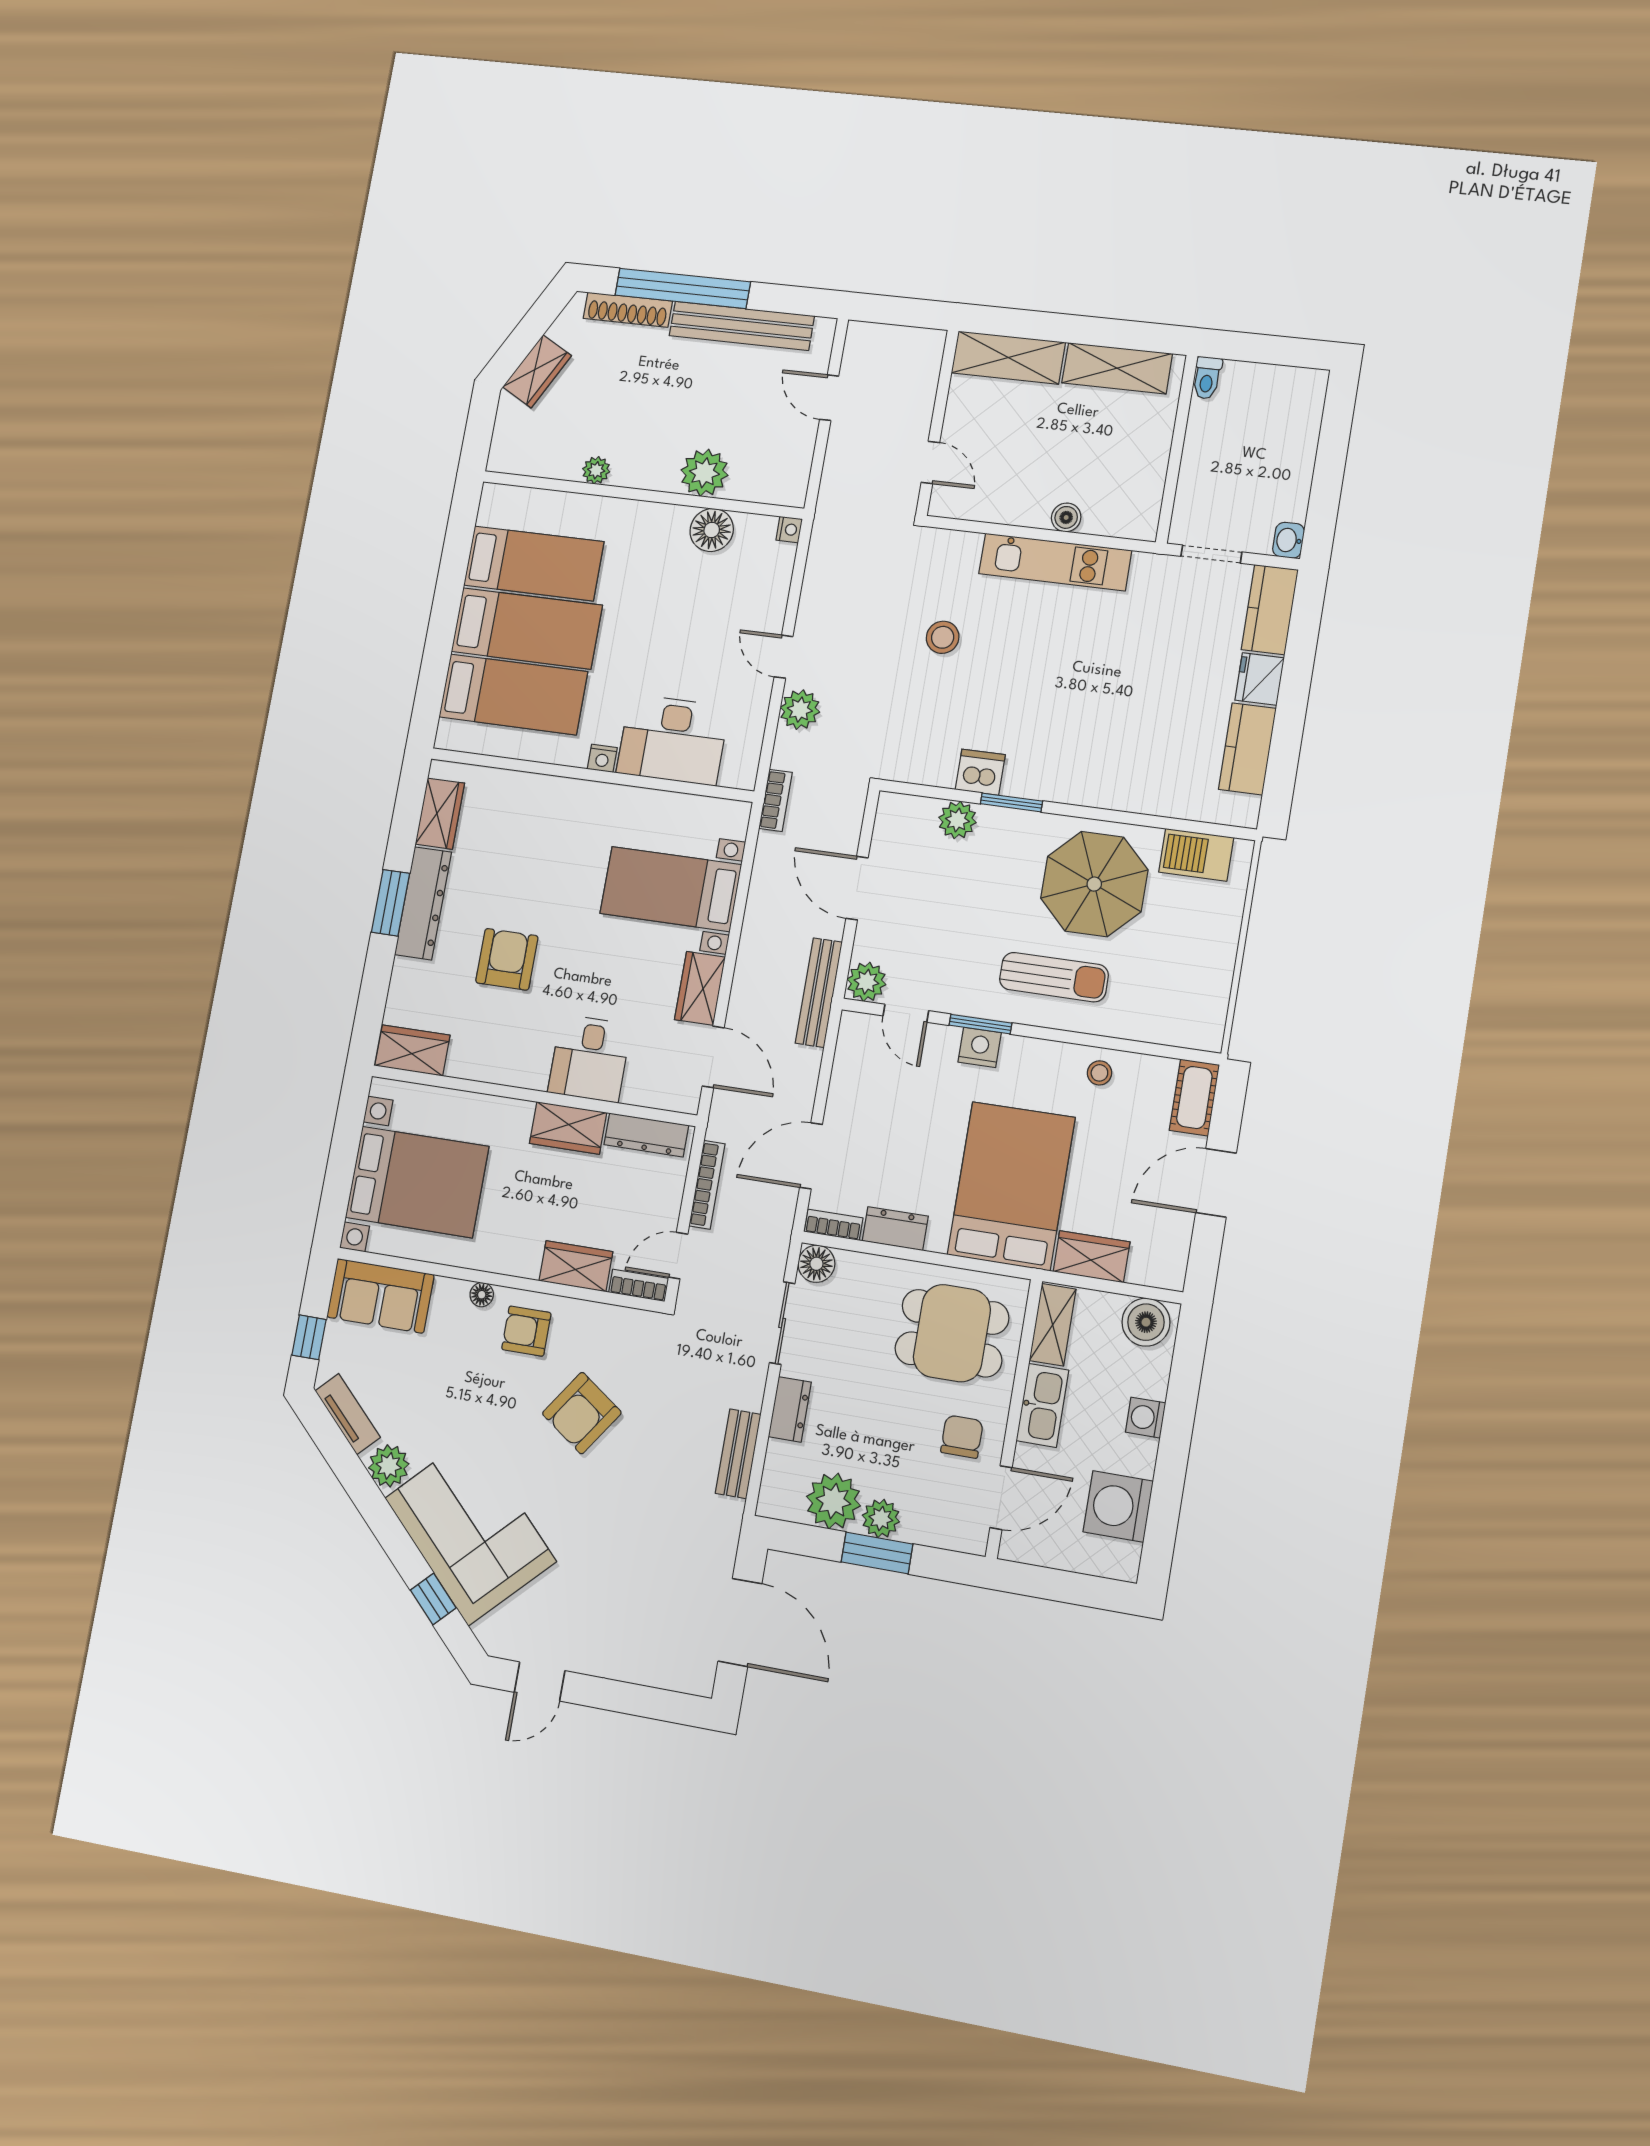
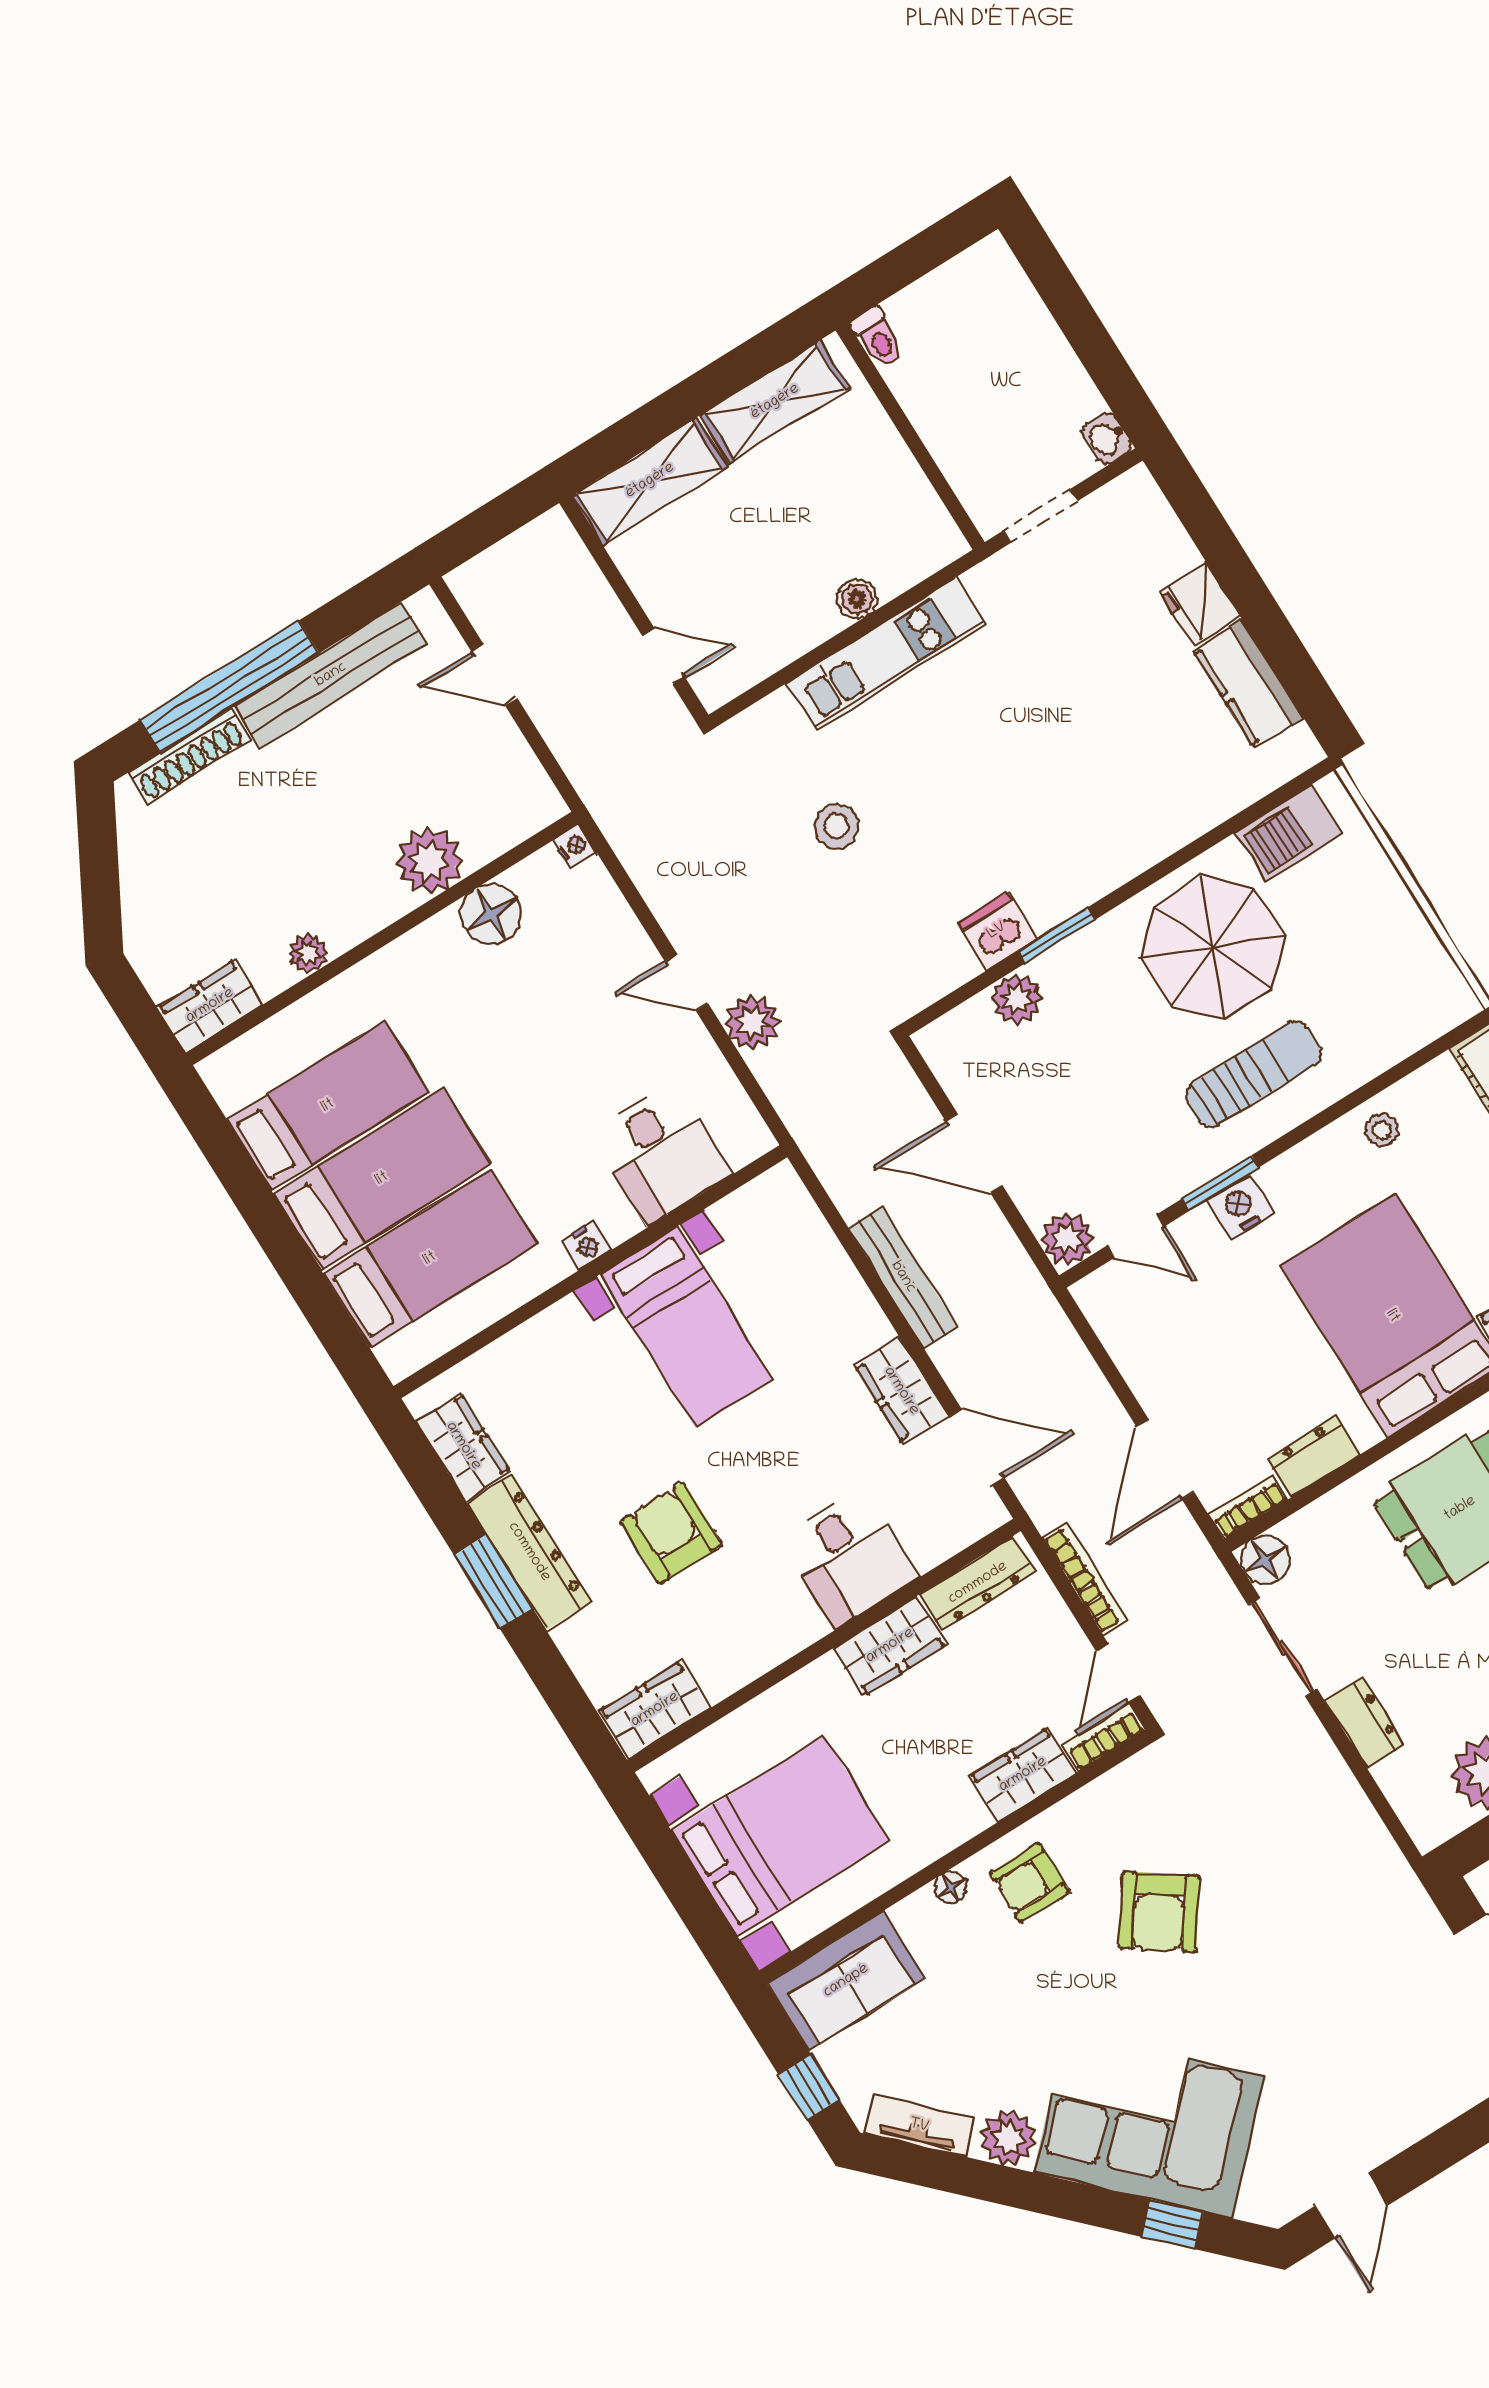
wardrobe: (537, 371) -> (210, 1006), moved, turned -119
kitchen counter: (1270, 610) -> (1149, 525), removed
desk: (673, 740) -> (661, 1154), width x0.73
bookcase: (776, 800) -> (810, 1136), removed
bed with nightstands: (671, 889) -> (687, 1327), moved, turned -90
bench: (819, 993) -> (903, 1277), moved
bench: (738, 1454) -> (1352, 1812), removed

